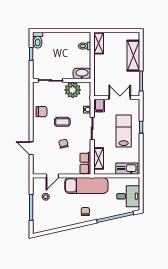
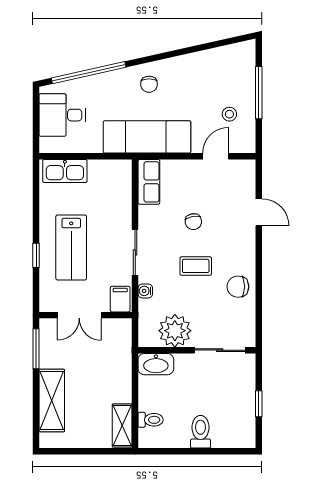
toilet: (38, 40) -> (200, 432), moved
shelving: (99, 158) -> (122, 192), removed

